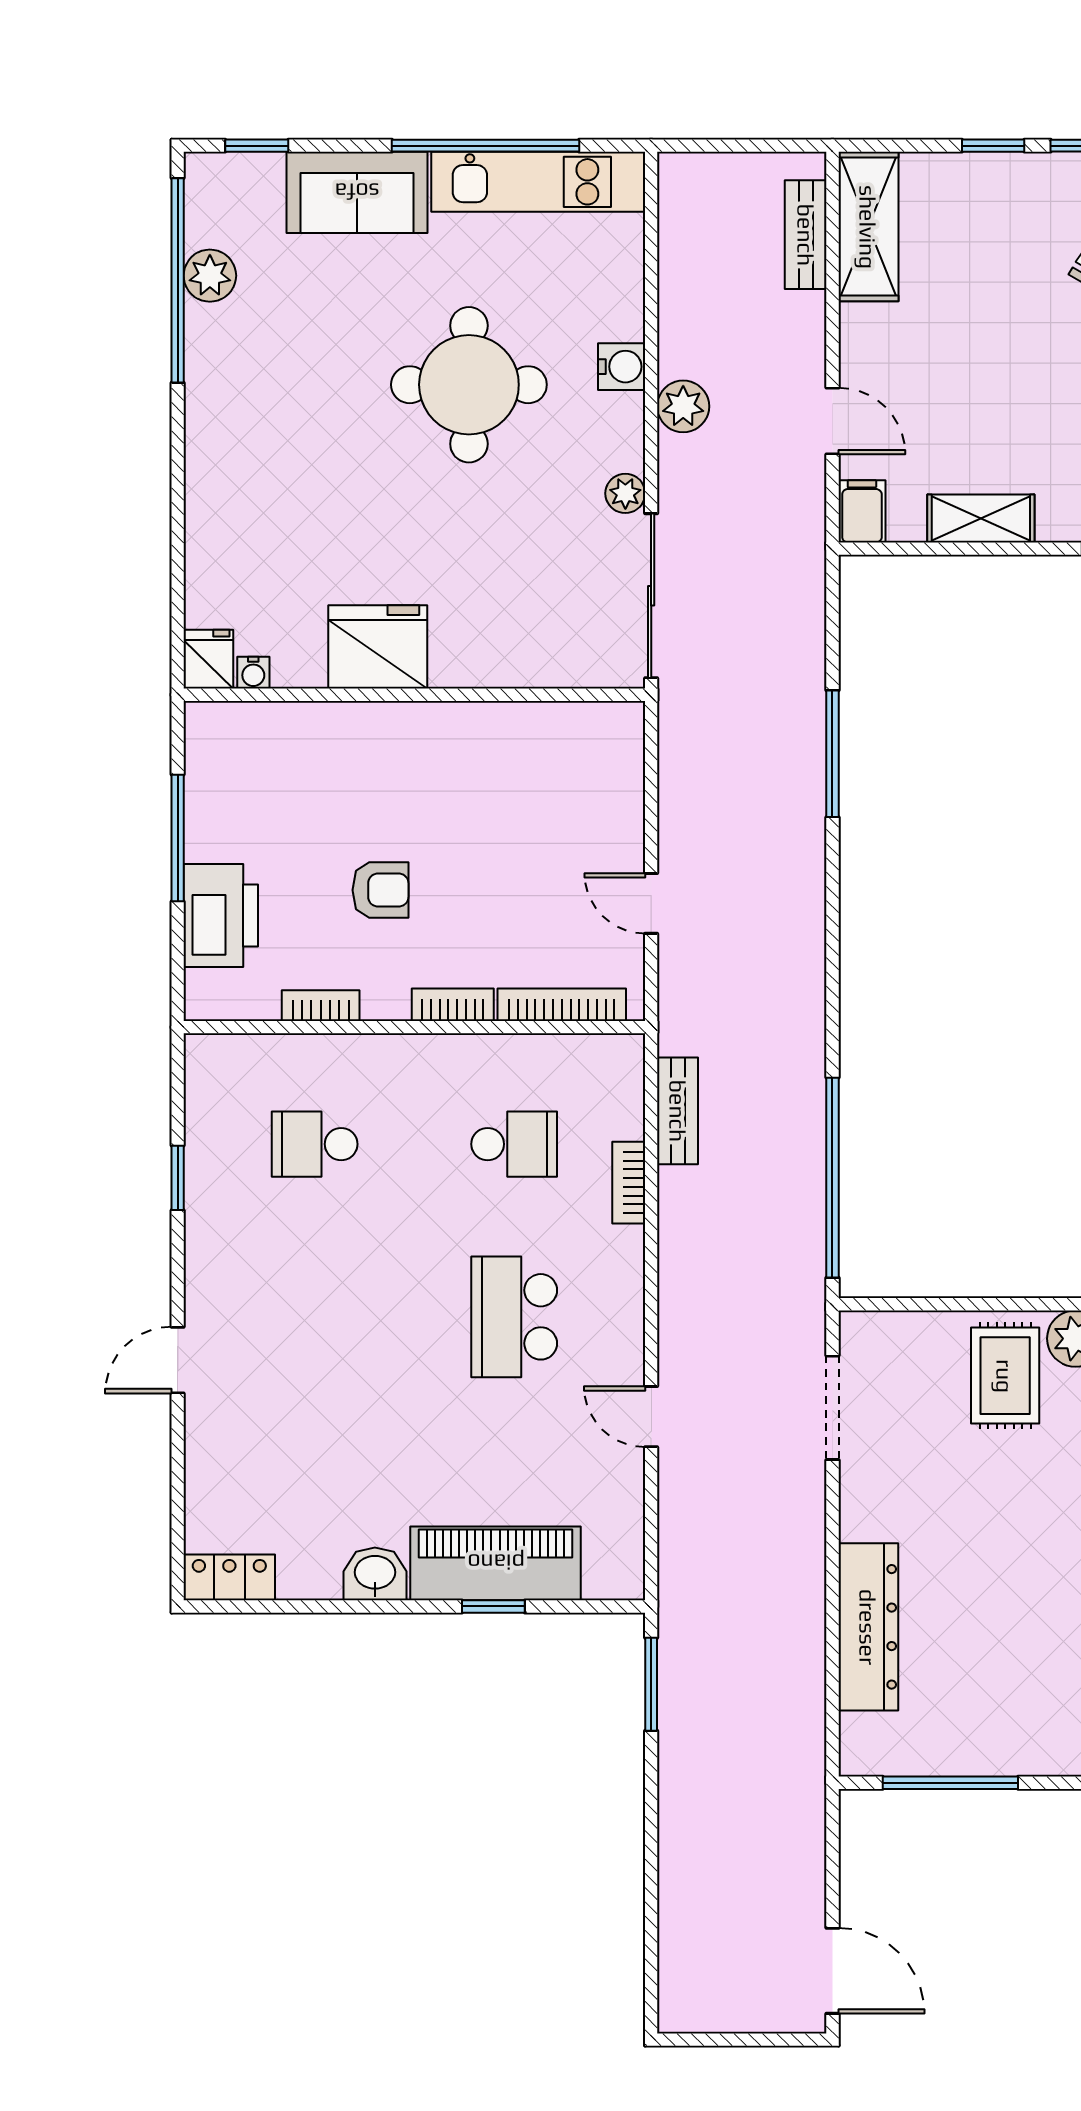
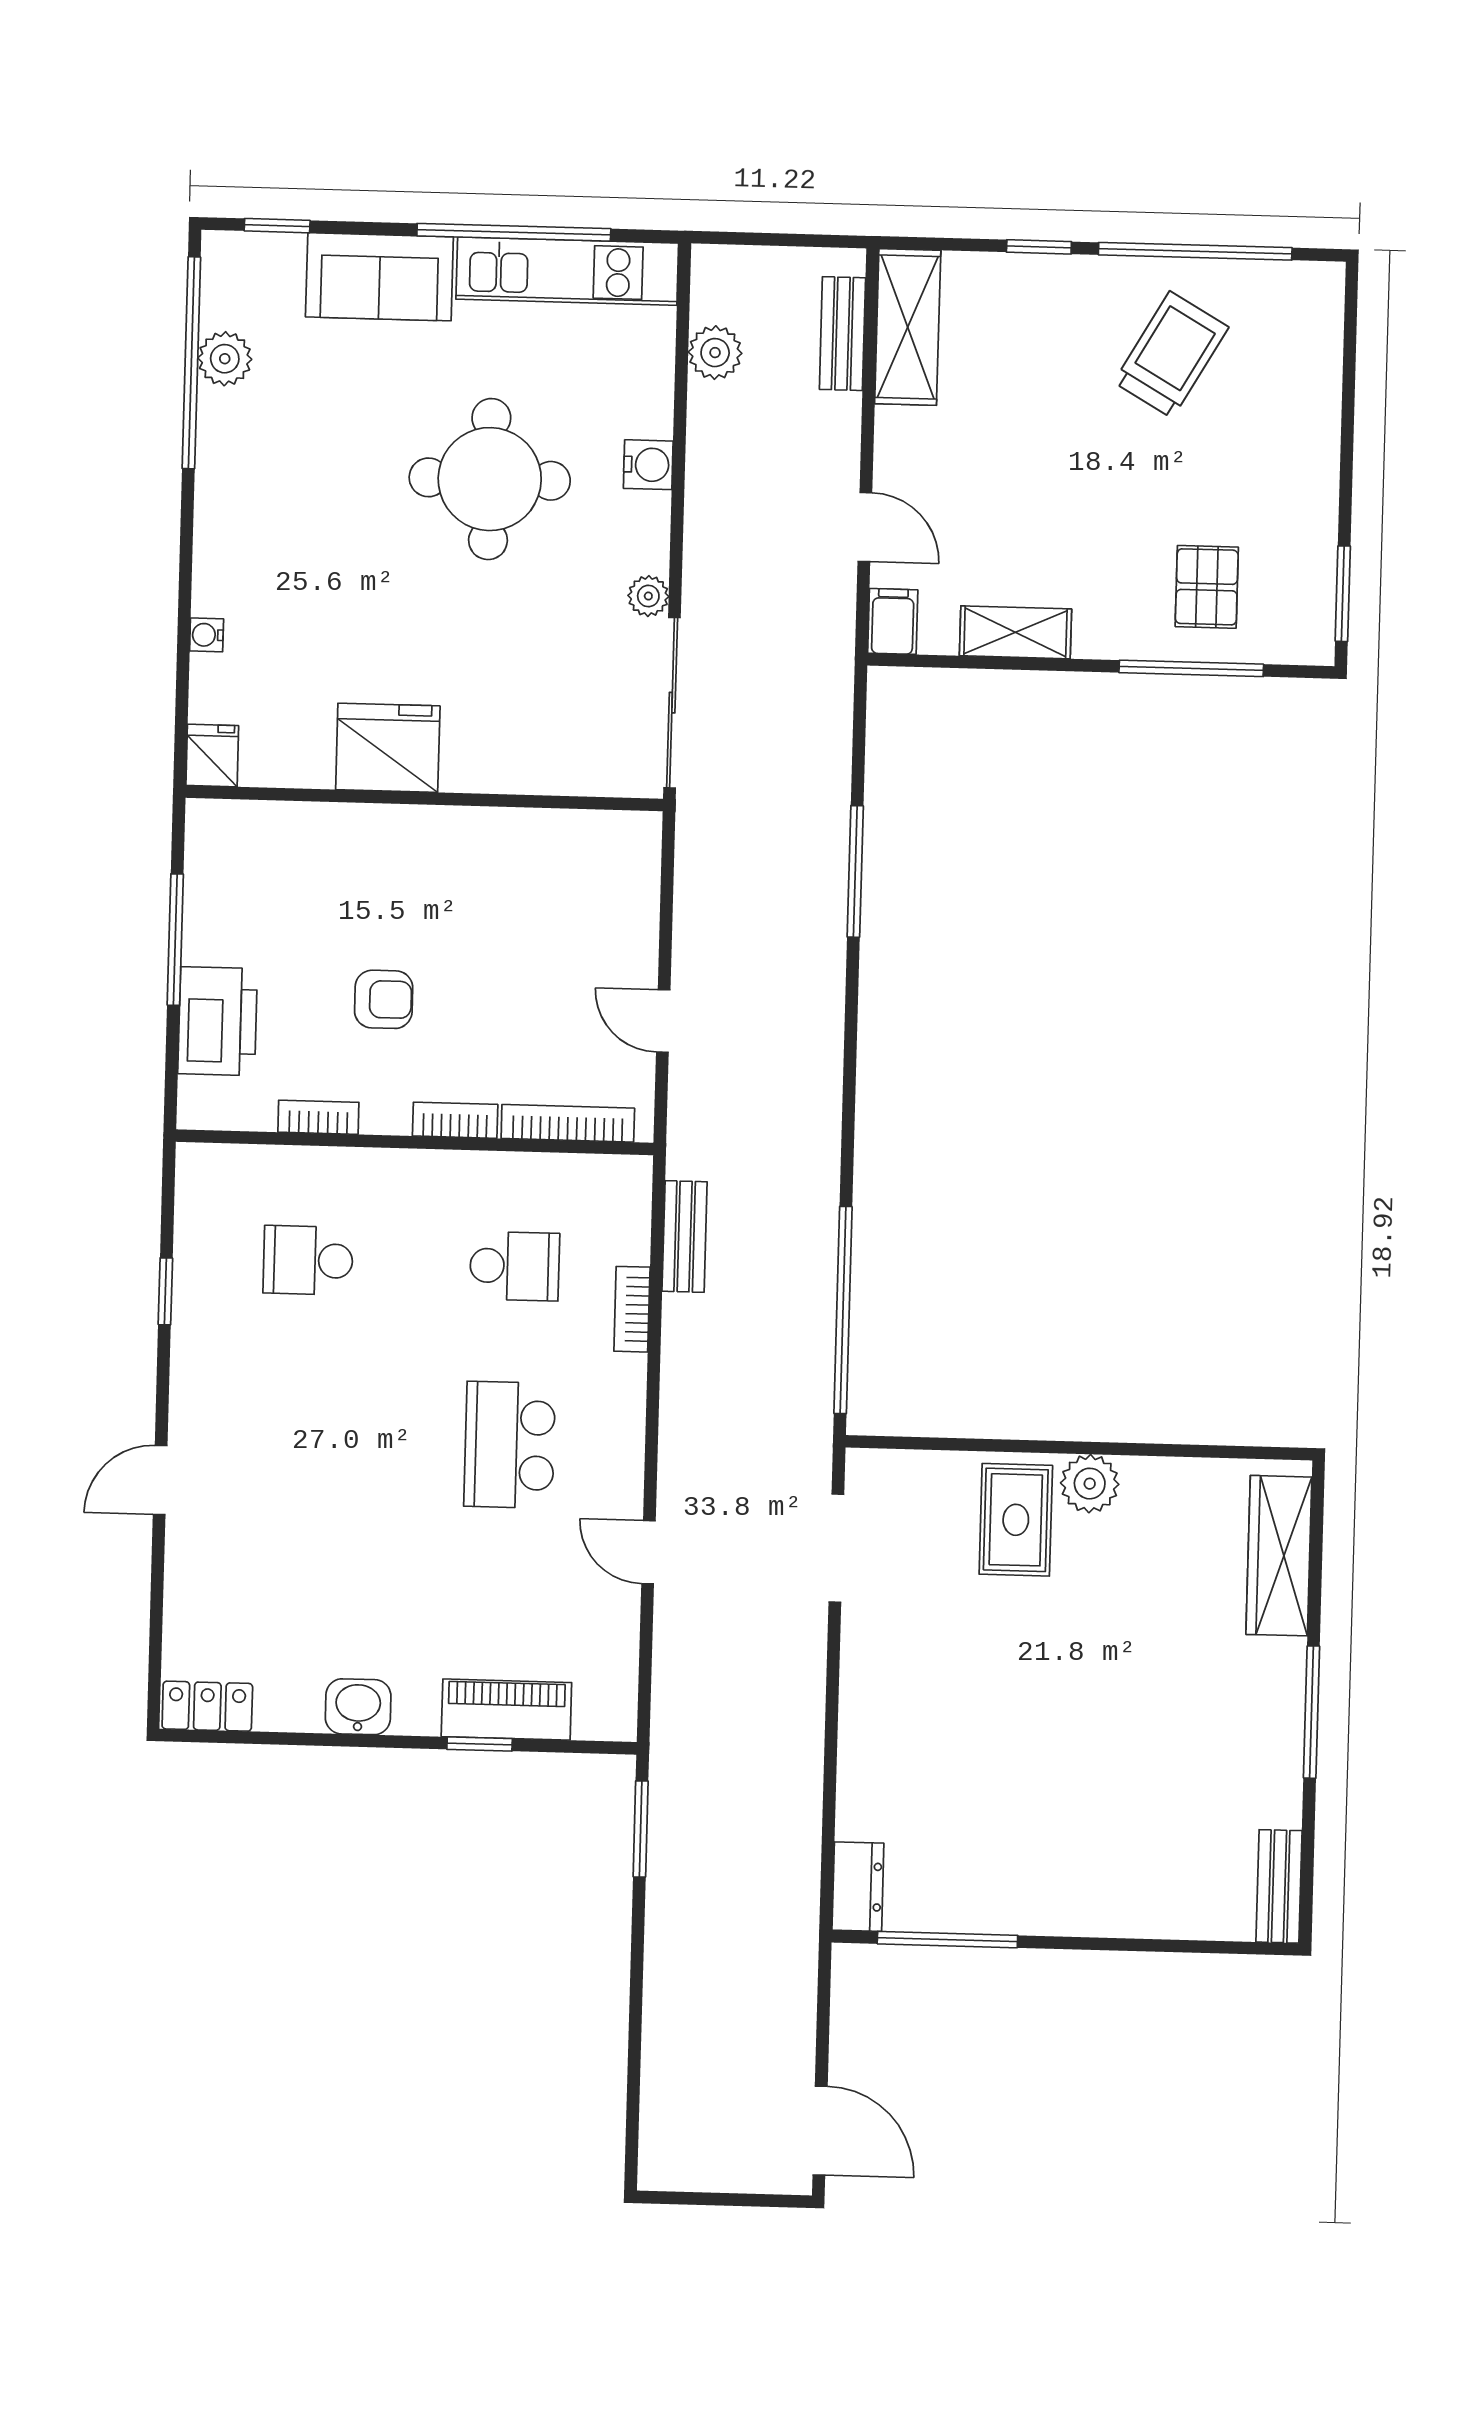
plant: (683, 406) -> (715, 353), moved
water cooler: (253, 673) -> (207, 635), moved, turned 90
piano: (496, 1563) -> (506, 1710), width x0.73, depth x0.75
dresser: (868, 1627) -> (858, 1887), moved, width x0.51, depth x0.80

